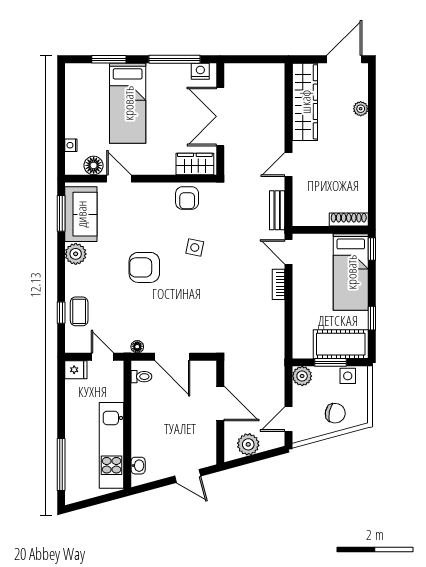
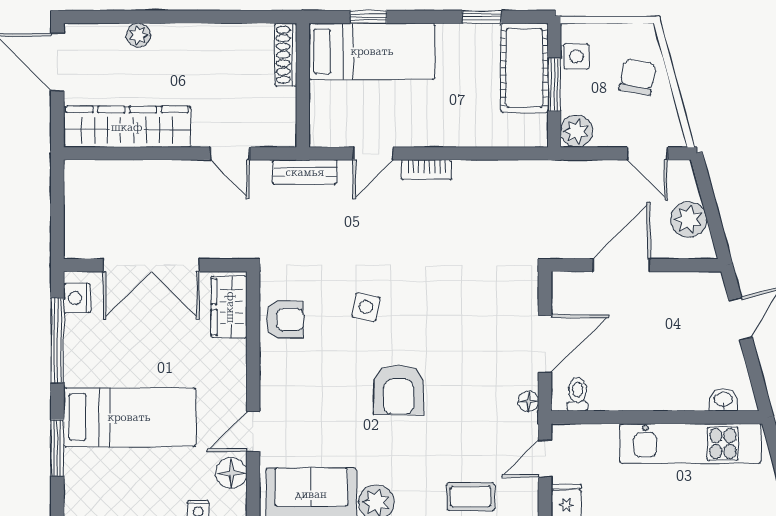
shoe rack: (349, 219) -> (286, 55), moved
wall: (330, 230) -> (303, 85), moved
bed: (351, 272) -> (372, 51), moved

